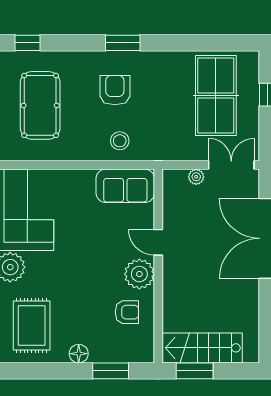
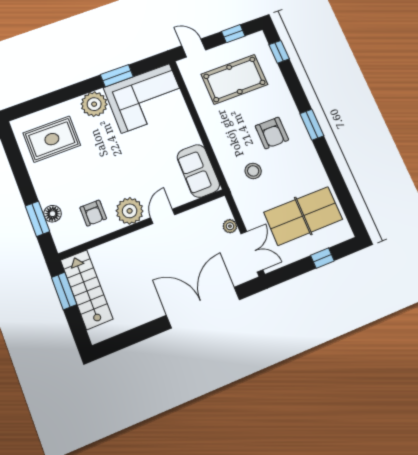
armchair: (115, 90) -> (272, 133), turned 90
stool: (120, 141) -> (253, 171), moved
floor lamp: (79, 354) -> (53, 214), moved

